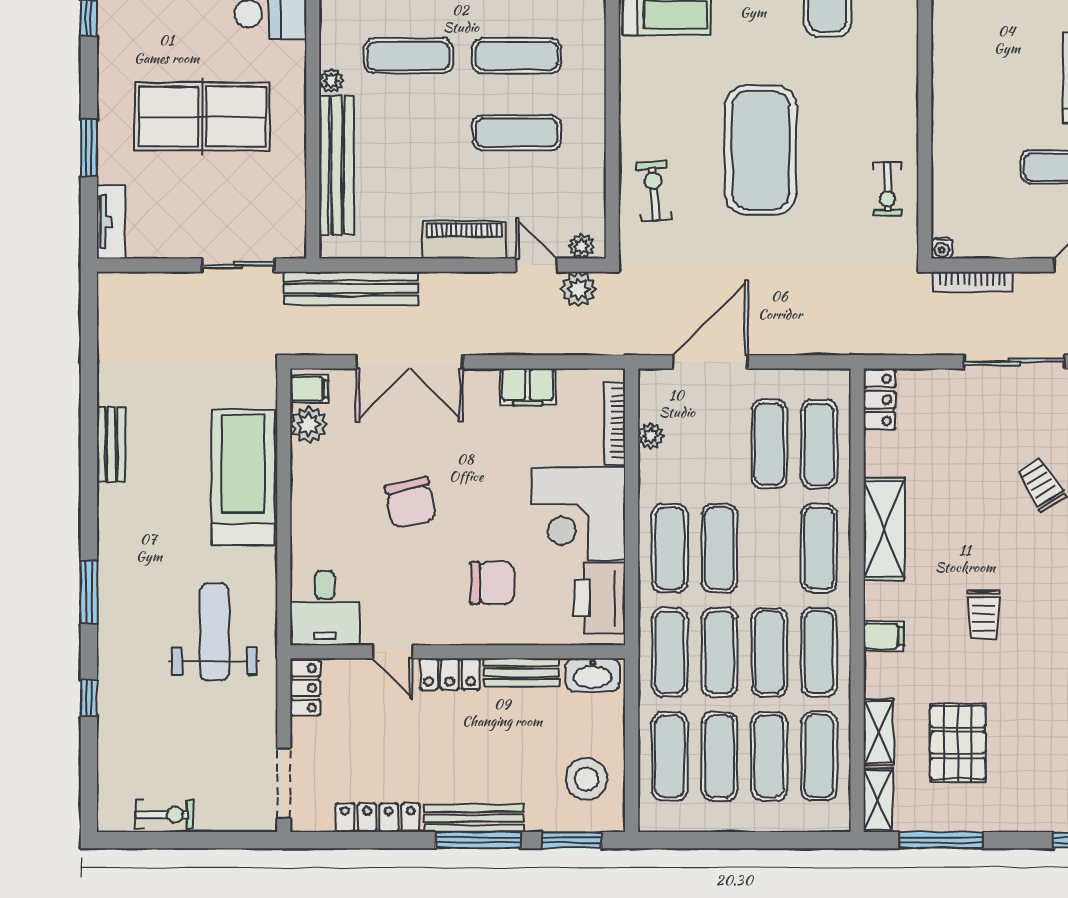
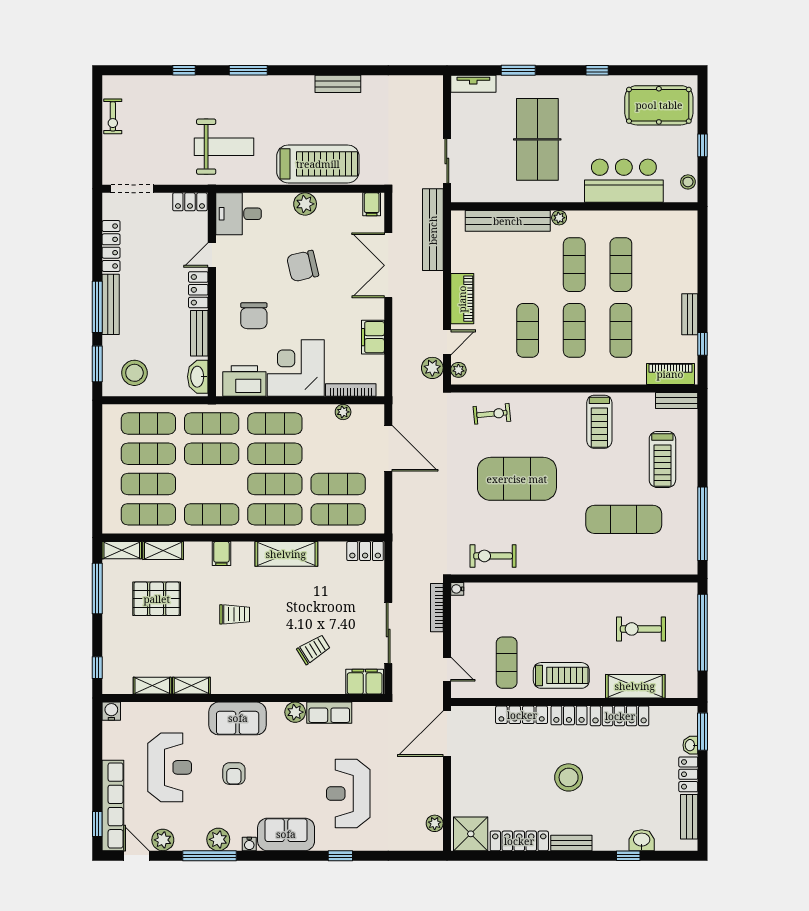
exercise bike: (887, 189) -> (493, 556), width x1.38, depth x1.39
plant: (309, 424) -> (305, 204), moved
trolley: (984, 614) -> (235, 614), turned 180
exercise mat: (769, 652) -> (275, 484), moved

